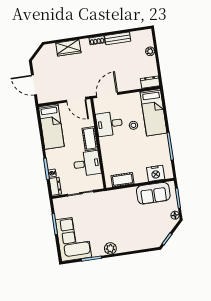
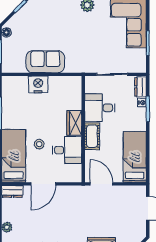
door: (107, 95) -> (43, 184), moved
wardrobe: (107, 148) -> (74, 123), added
nightstand: (156, 173) -> (38, 84), moved
cot: (122, 180) -> (61, 83), removed
sofa: (153, 193) -> (45, 62), moved

